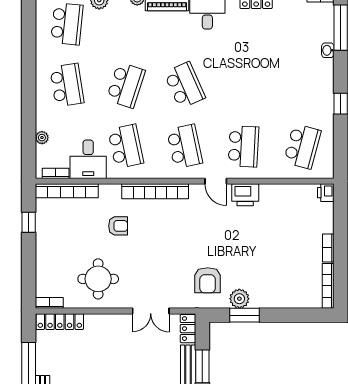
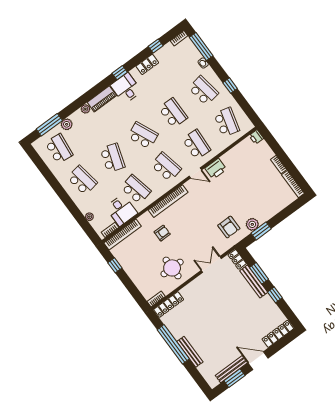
school desk: (243, 85) -> (173, 113), added
school desk: (302, 85) -> (203, 91), added
double door: (151, 311) -> (211, 264), swing flipped

